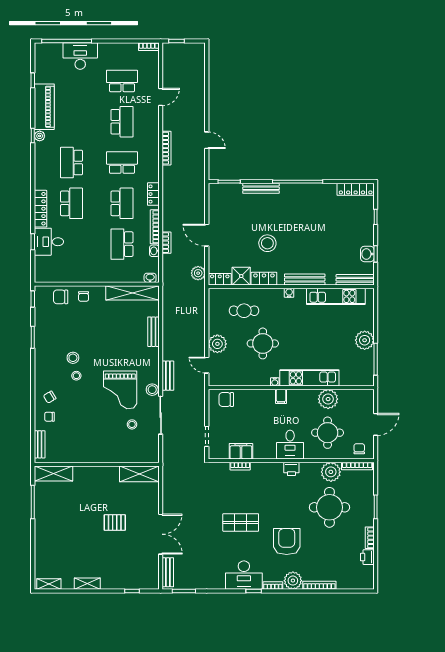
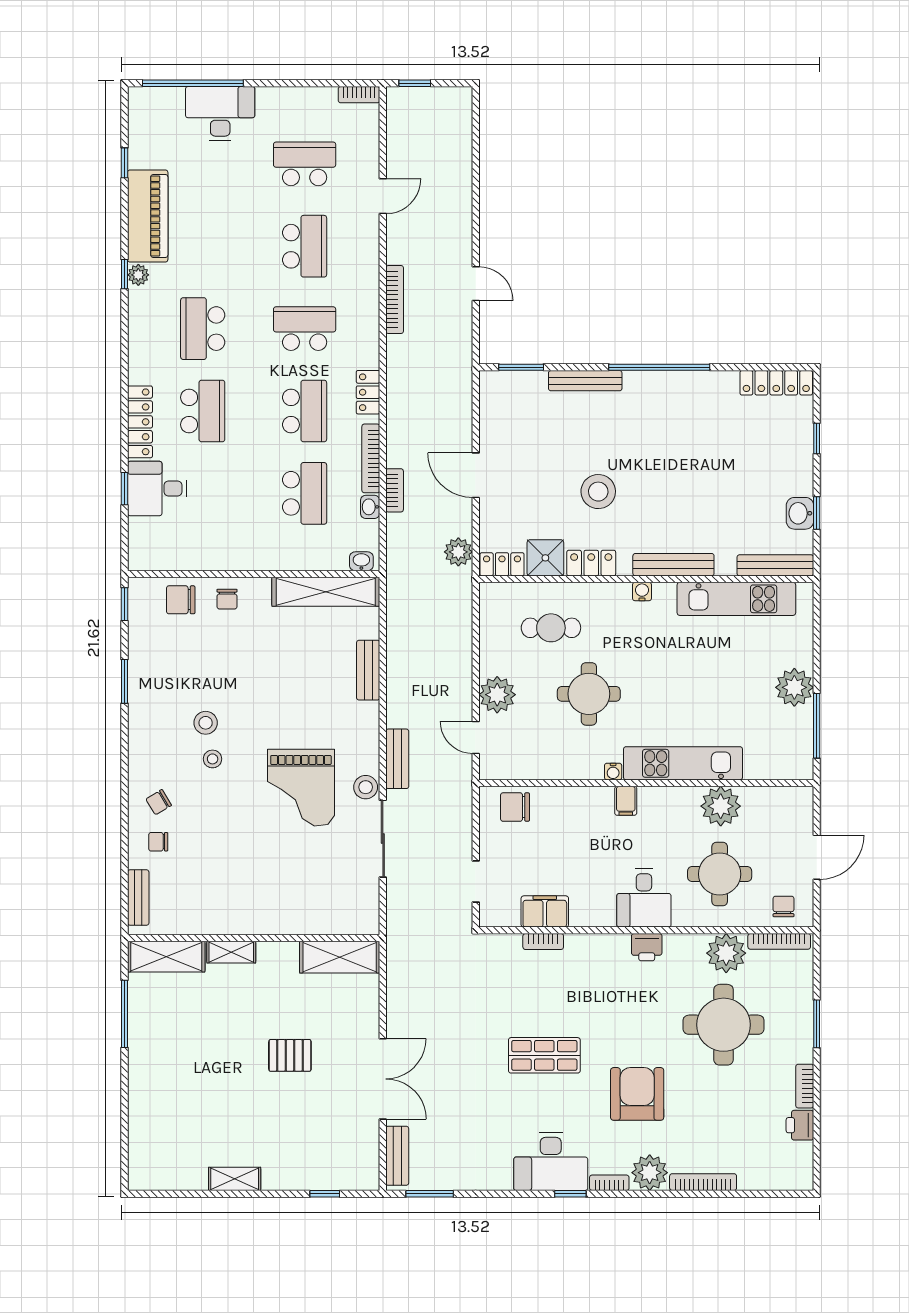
school desk: (122, 244) -> (305, 493), turned 180
stool: (132, 424) -> (325, 857), removed
shelving: (49, 584) -> (231, 952), moved

